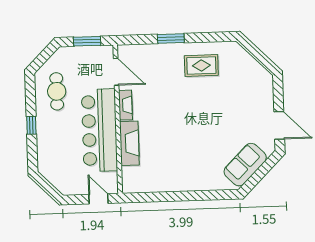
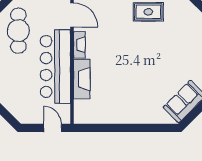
cafe table: (57, 91) -> (18, 31), width x1.37, depth x1.35

